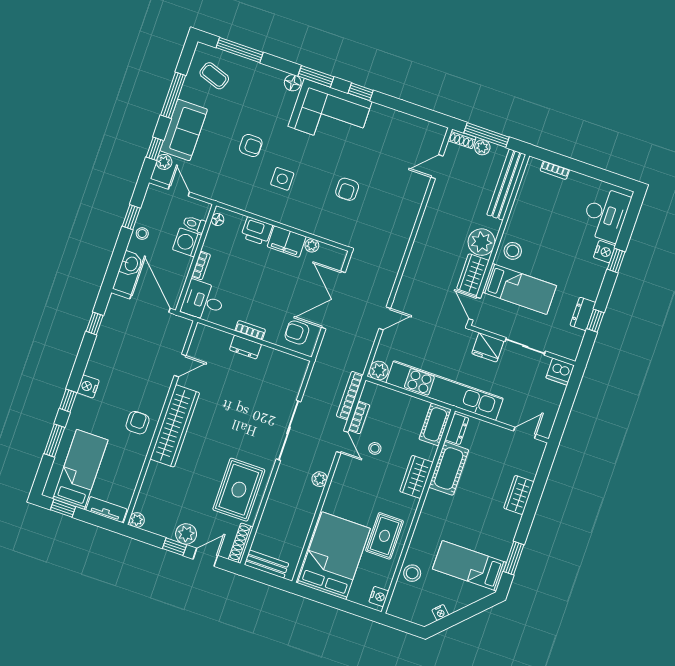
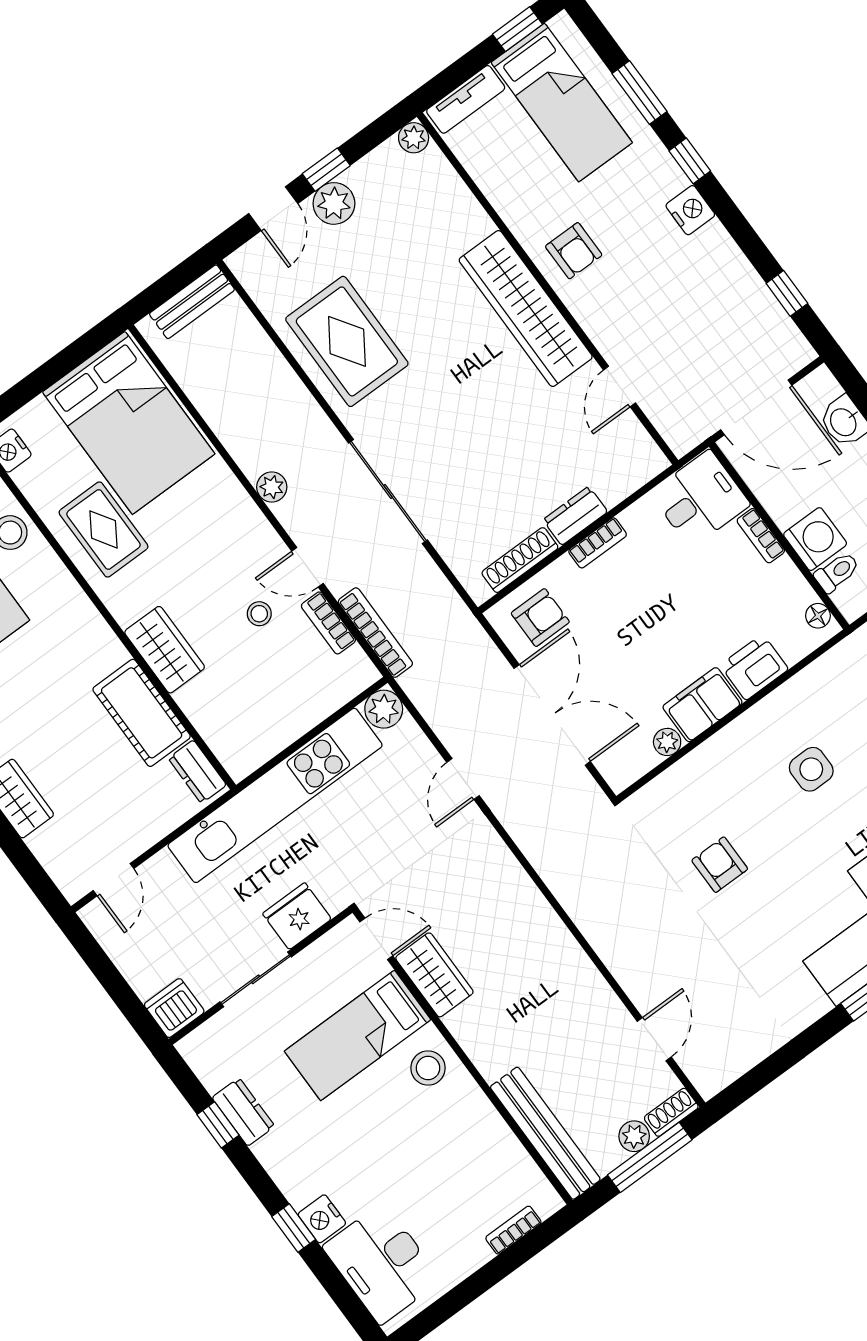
plant: (481, 242) -> (478, 1026), removed
cot: (435, 424) -> (230, 741), removed
shoe rack: (241, 543) -> (520, 560), moved, turned -90

